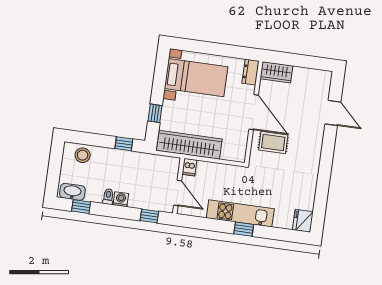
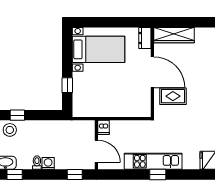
wardrobe: (276, 72) -> (174, 35), width x1.50
window: (124, 144) -> (17, 115), moved
wardrobe: (189, 145) -> (101, 108), removed

